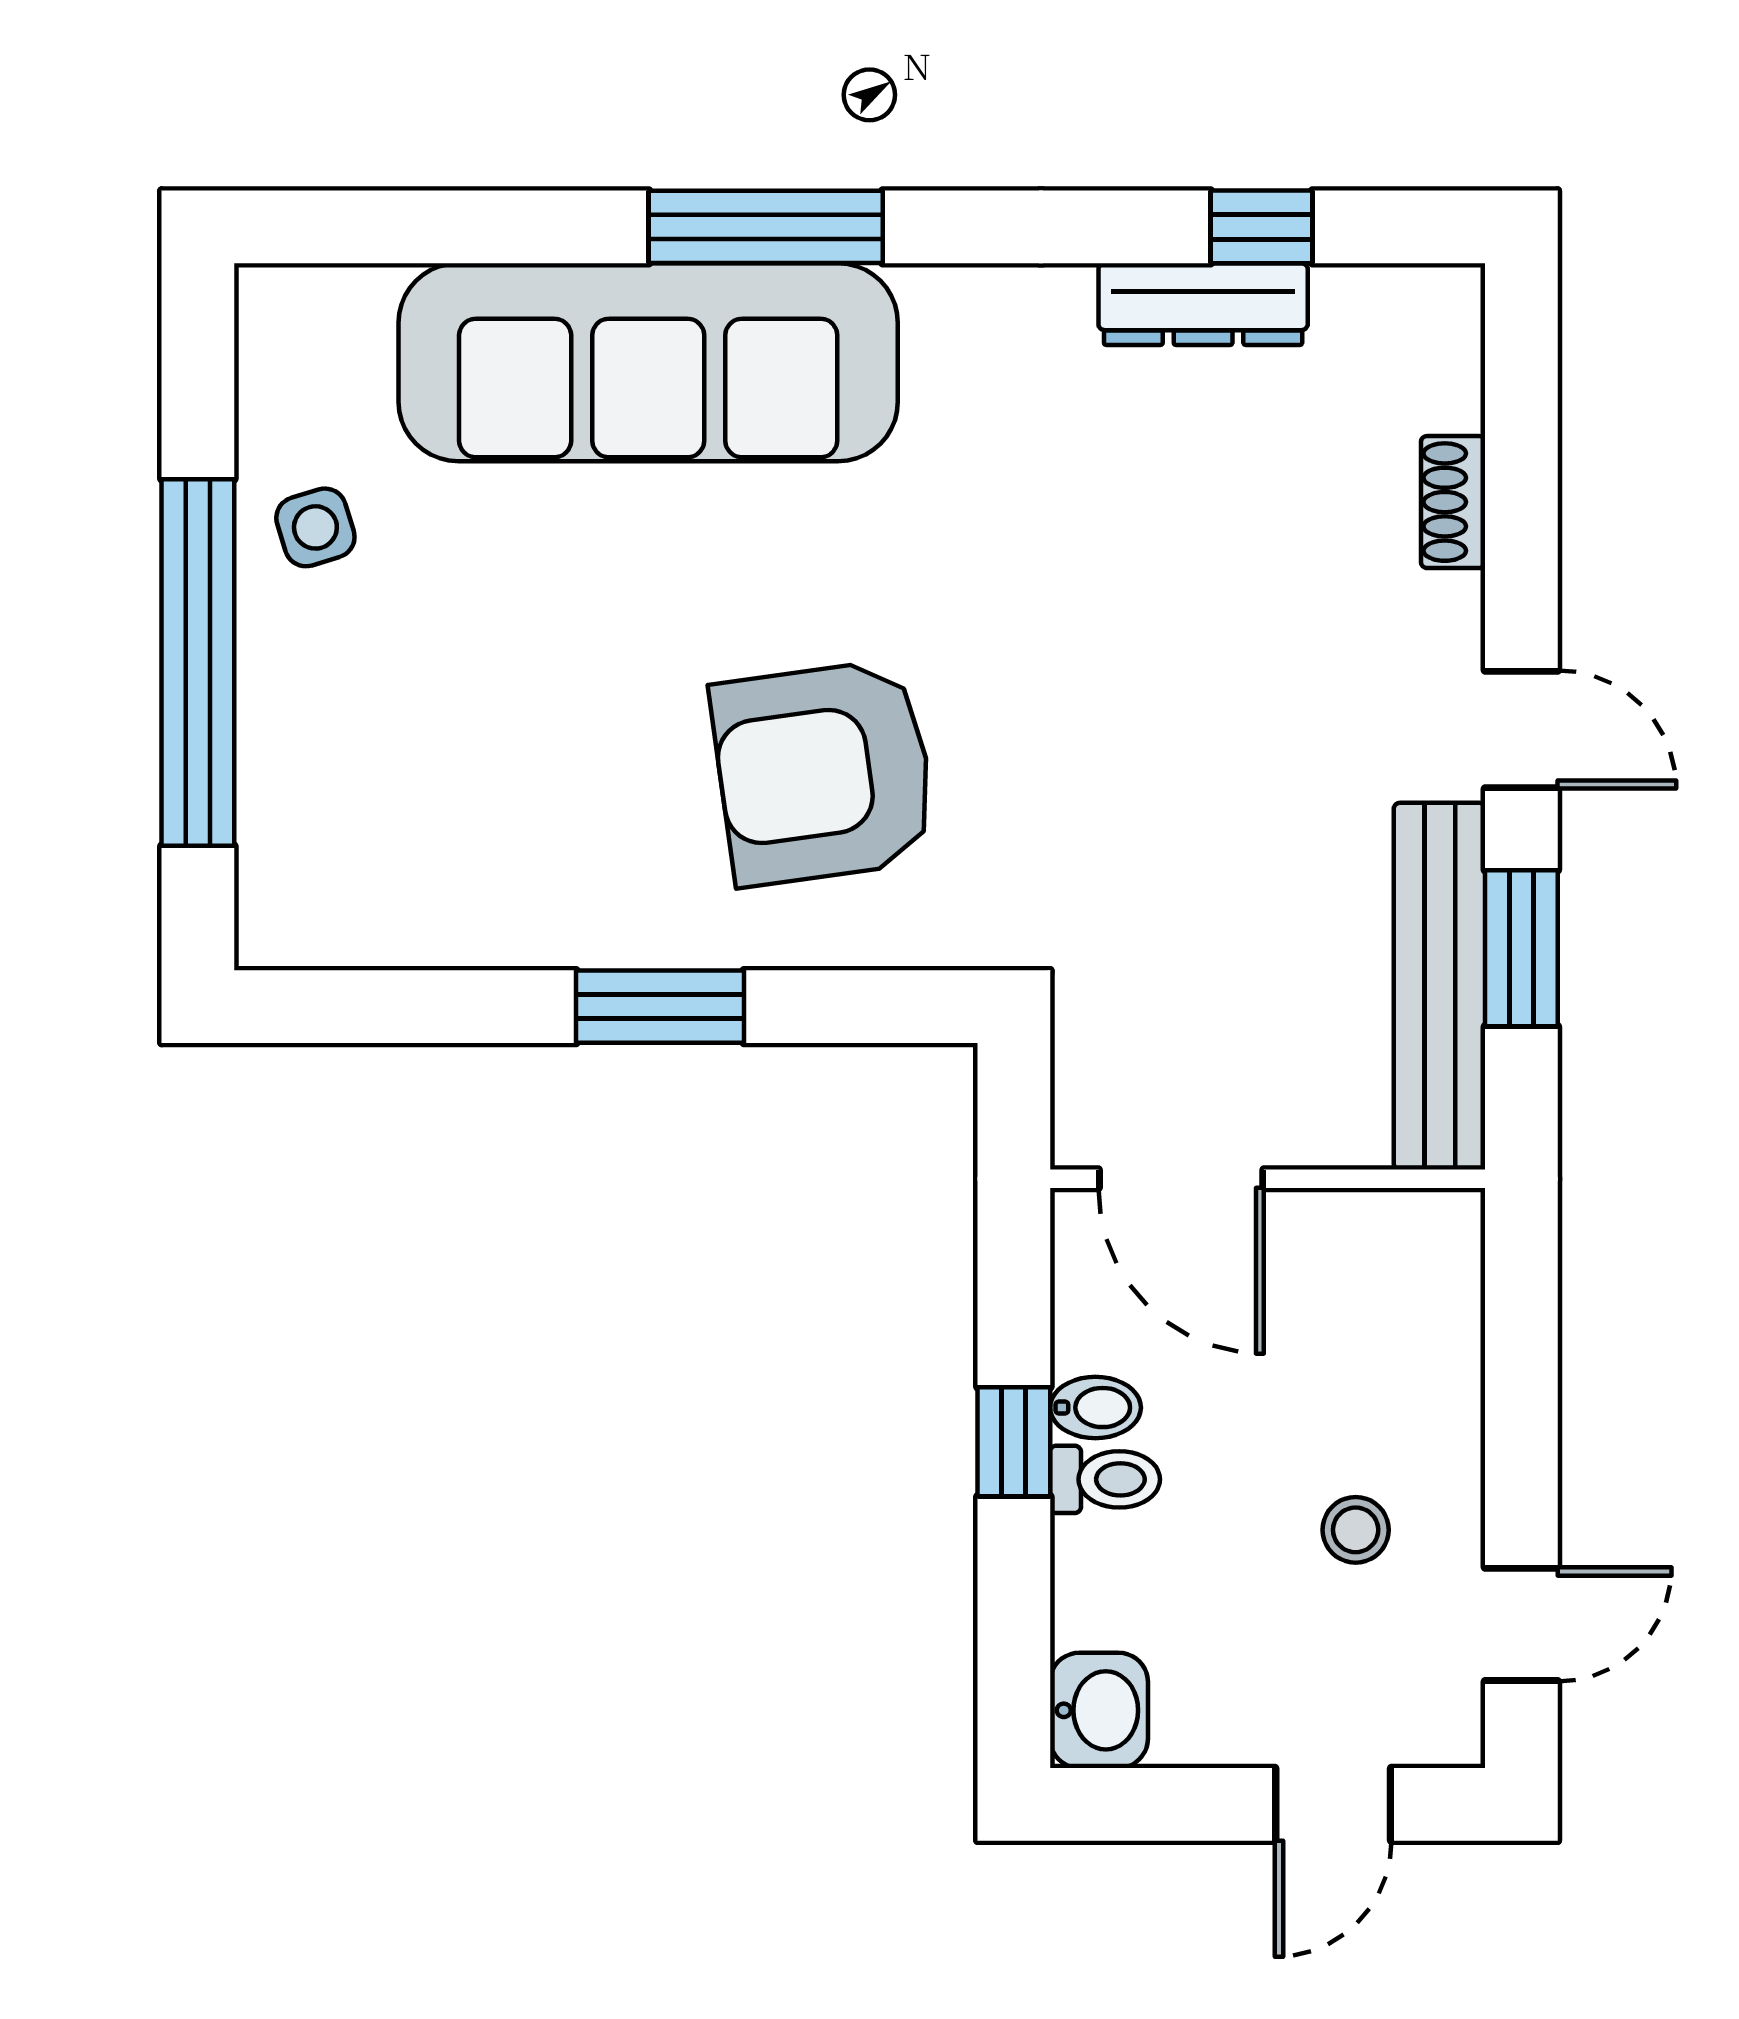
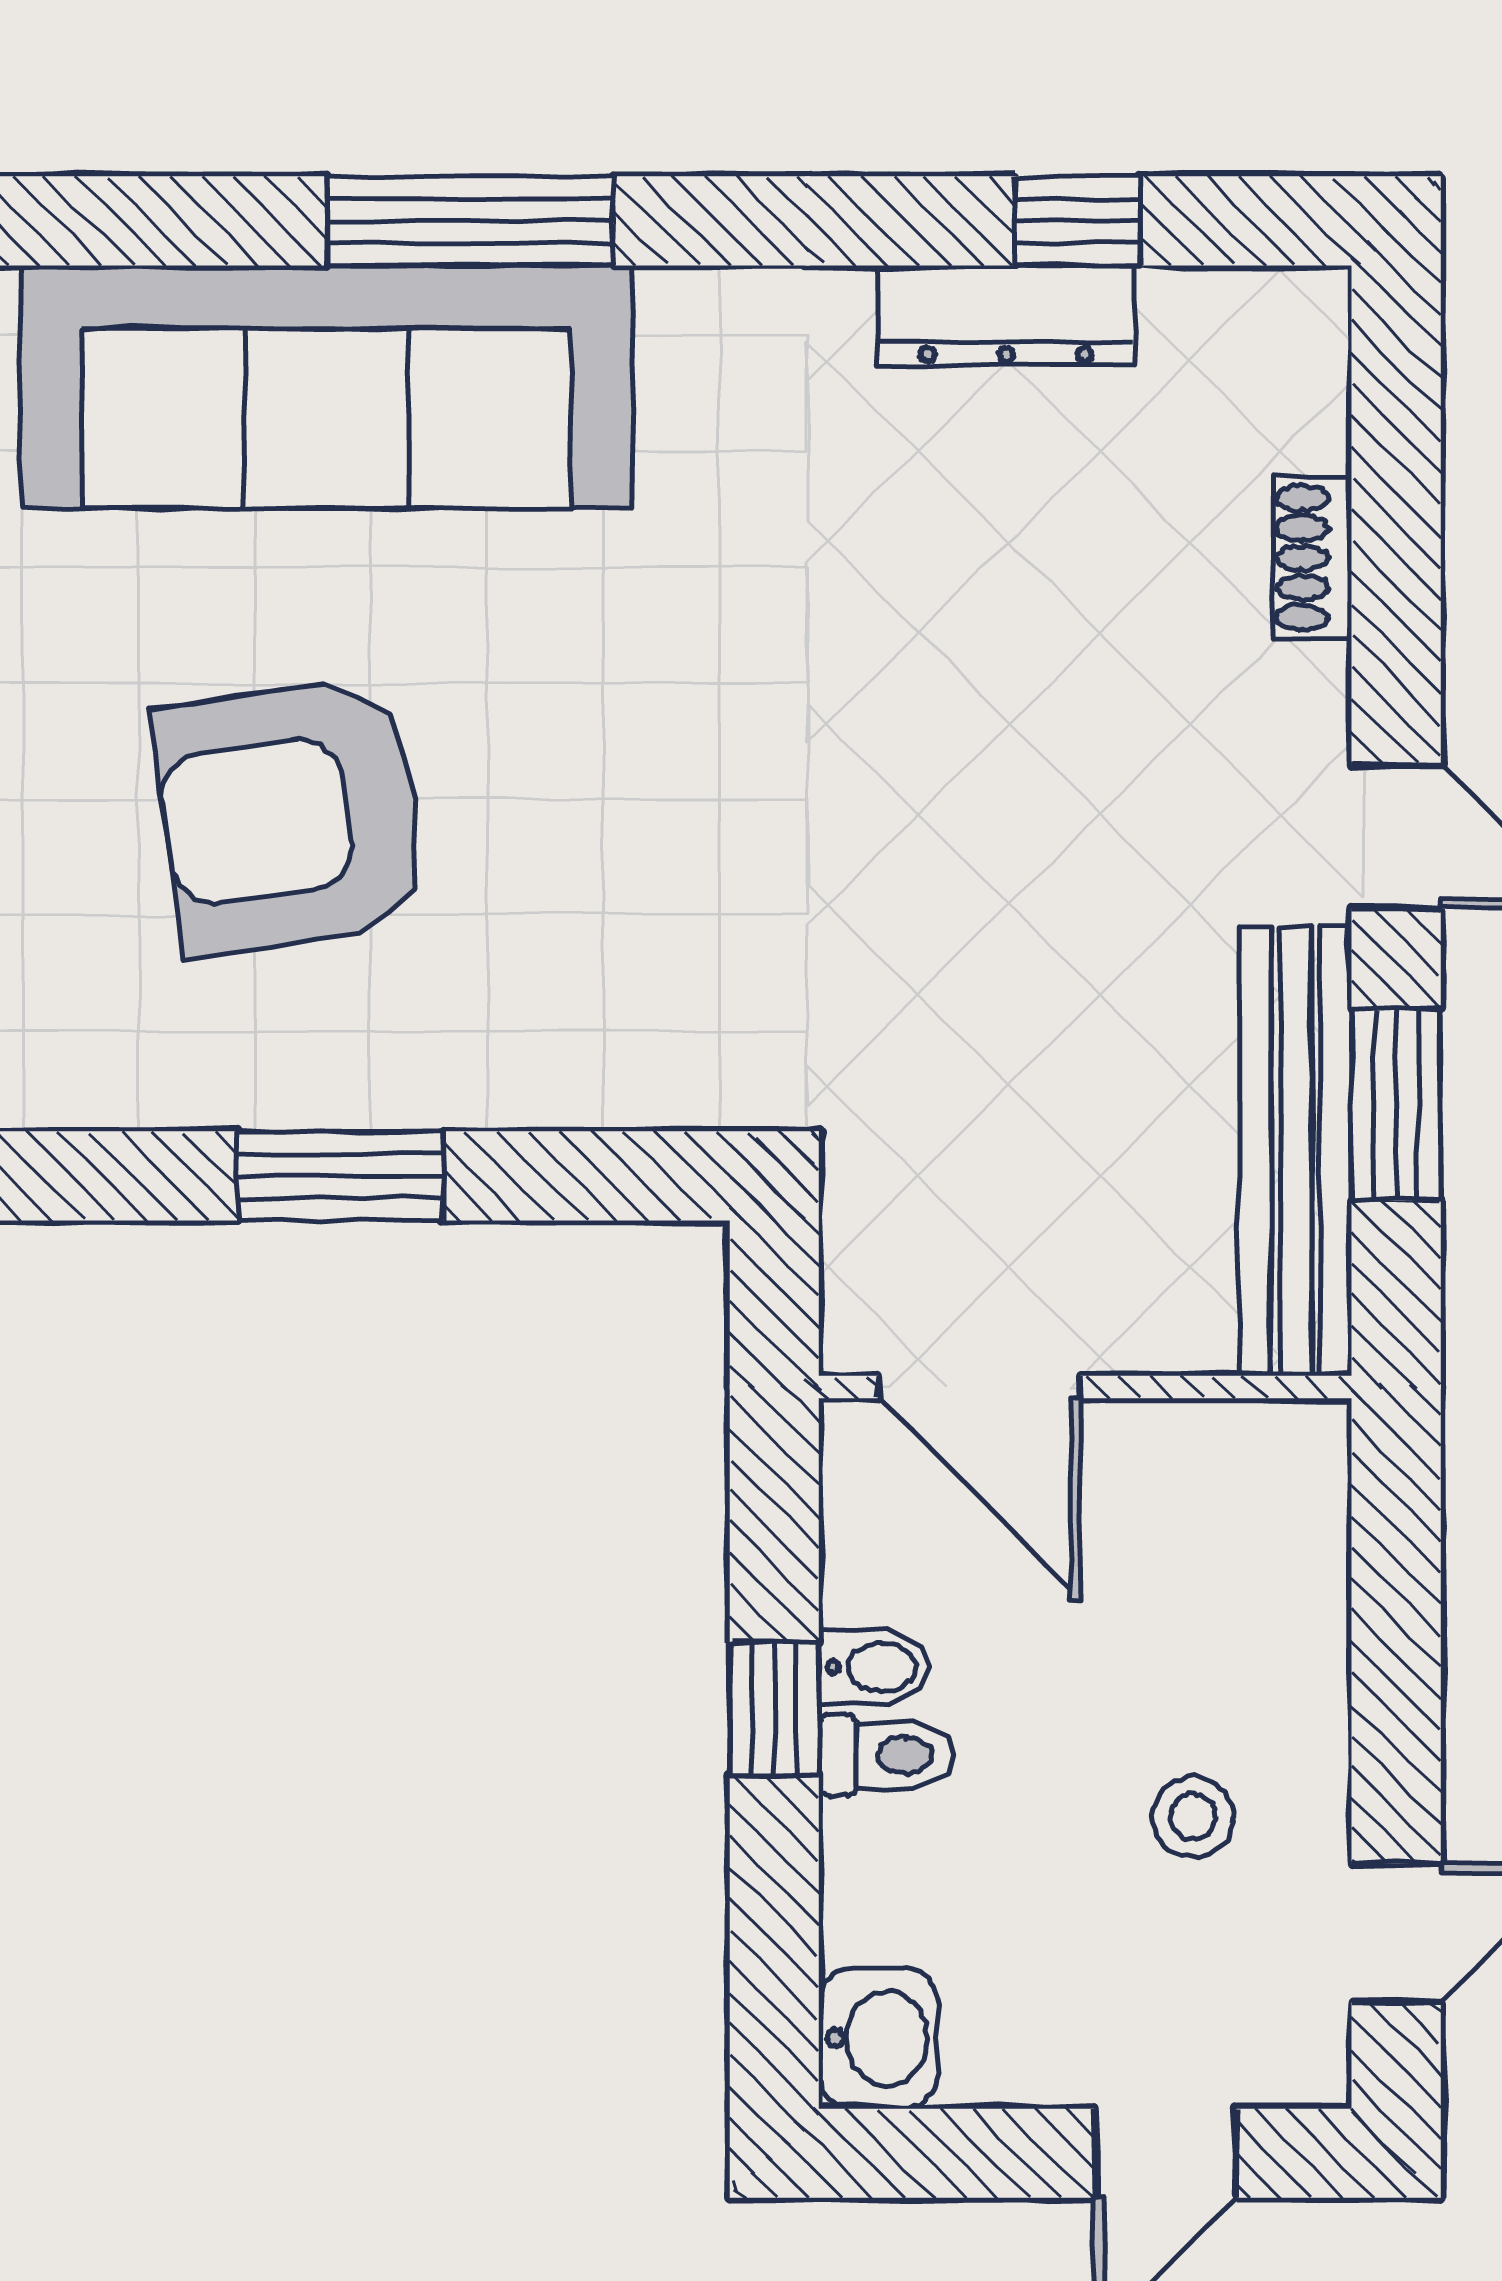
armchair: (824, 772) -> (292, 817), moved

